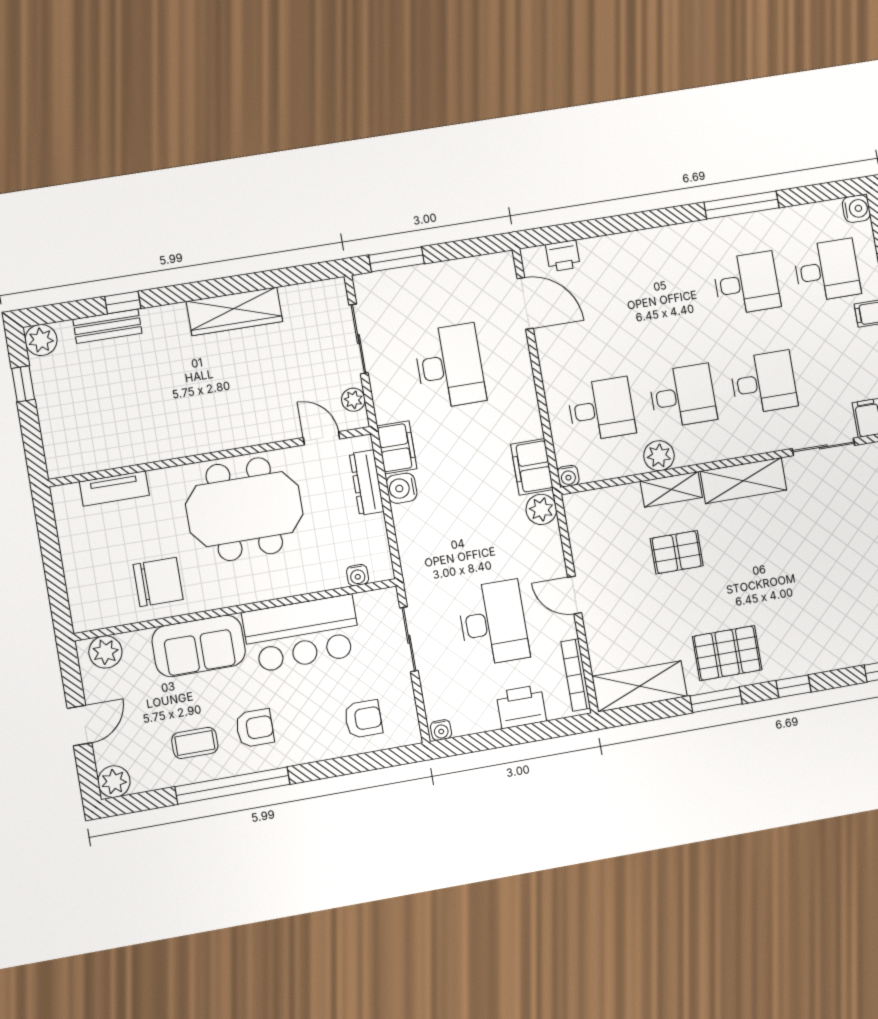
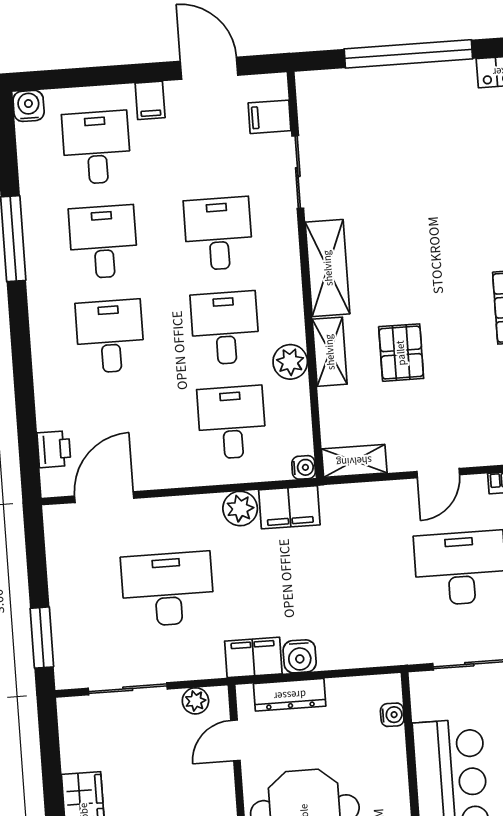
desk: (666, 296) -> (110, 336), added
plant: (541, 509) -> (240, 508), moved
shelving: (578, 520) -> (354, 461), added

